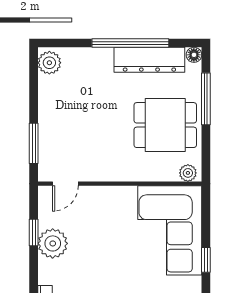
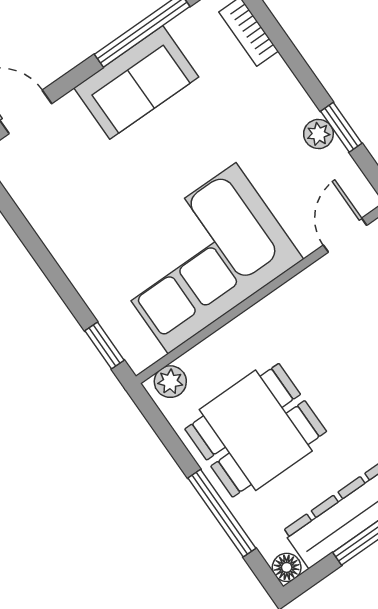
corner sofa: (170, 230) -> (202, 258), moved, turned -90
plant: (53, 243) -> (318, 134), width x0.53, depth x0.53
window: (206, 260) -> (104, 346), moved

